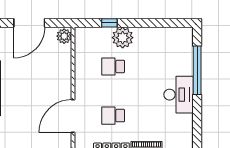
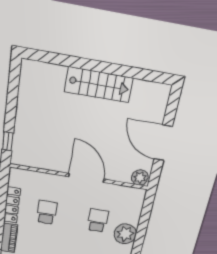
window: (109, 23) -> (143, 224), removed
door: (73, 116) -> (86, 178), moved

